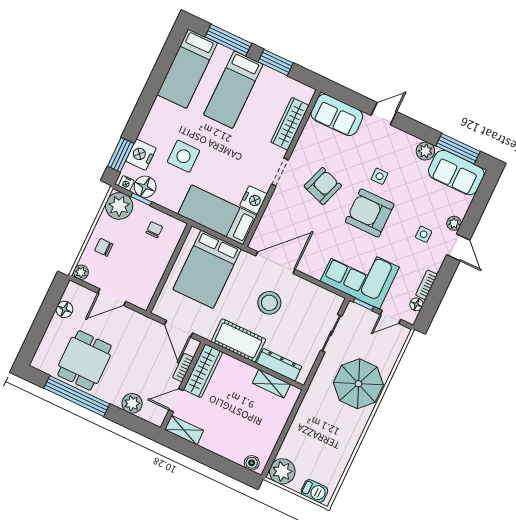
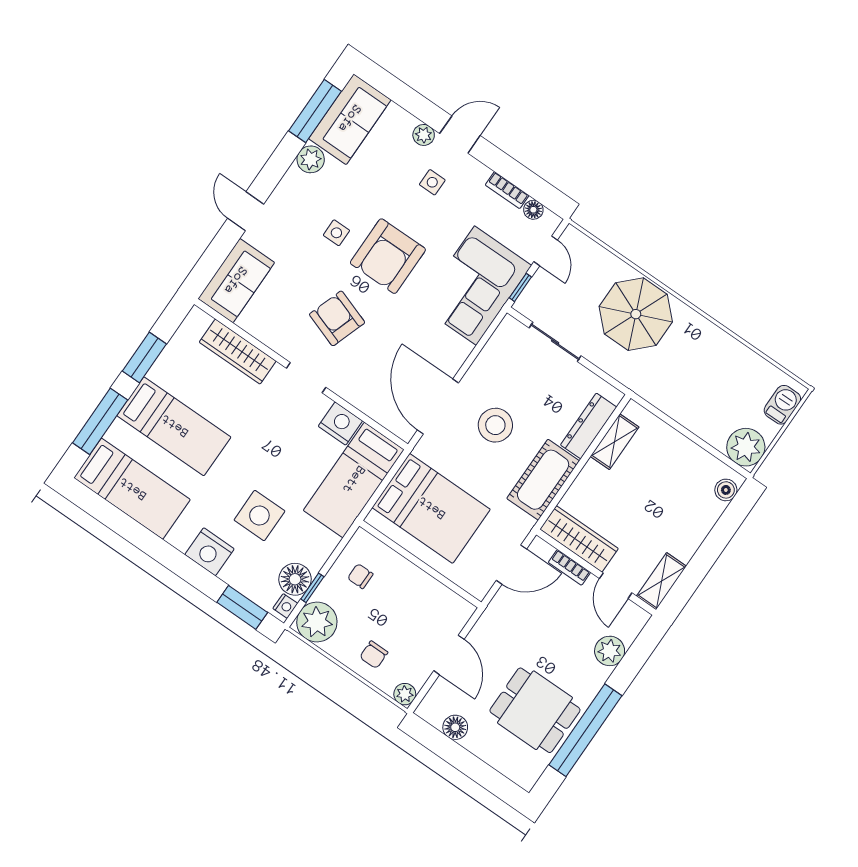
nightstand: (141, 155) -> (209, 552), moved

